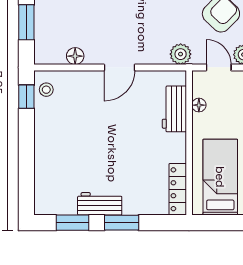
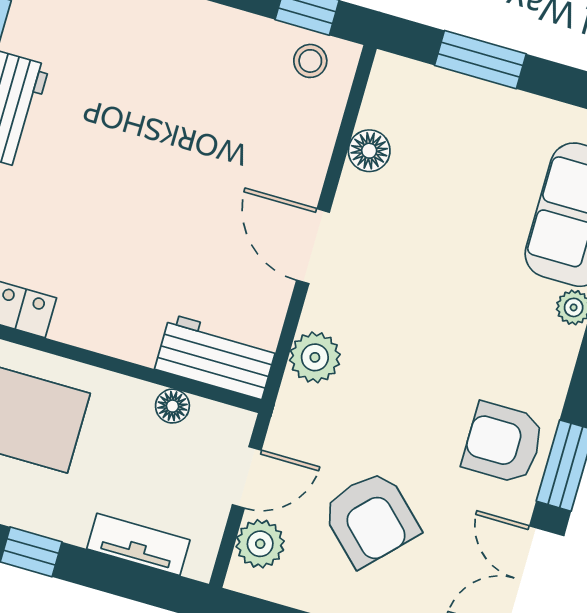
plant: (181, 54) -> (315, 357), moved
workbench: (174, 109) -> (216, 357), moved

